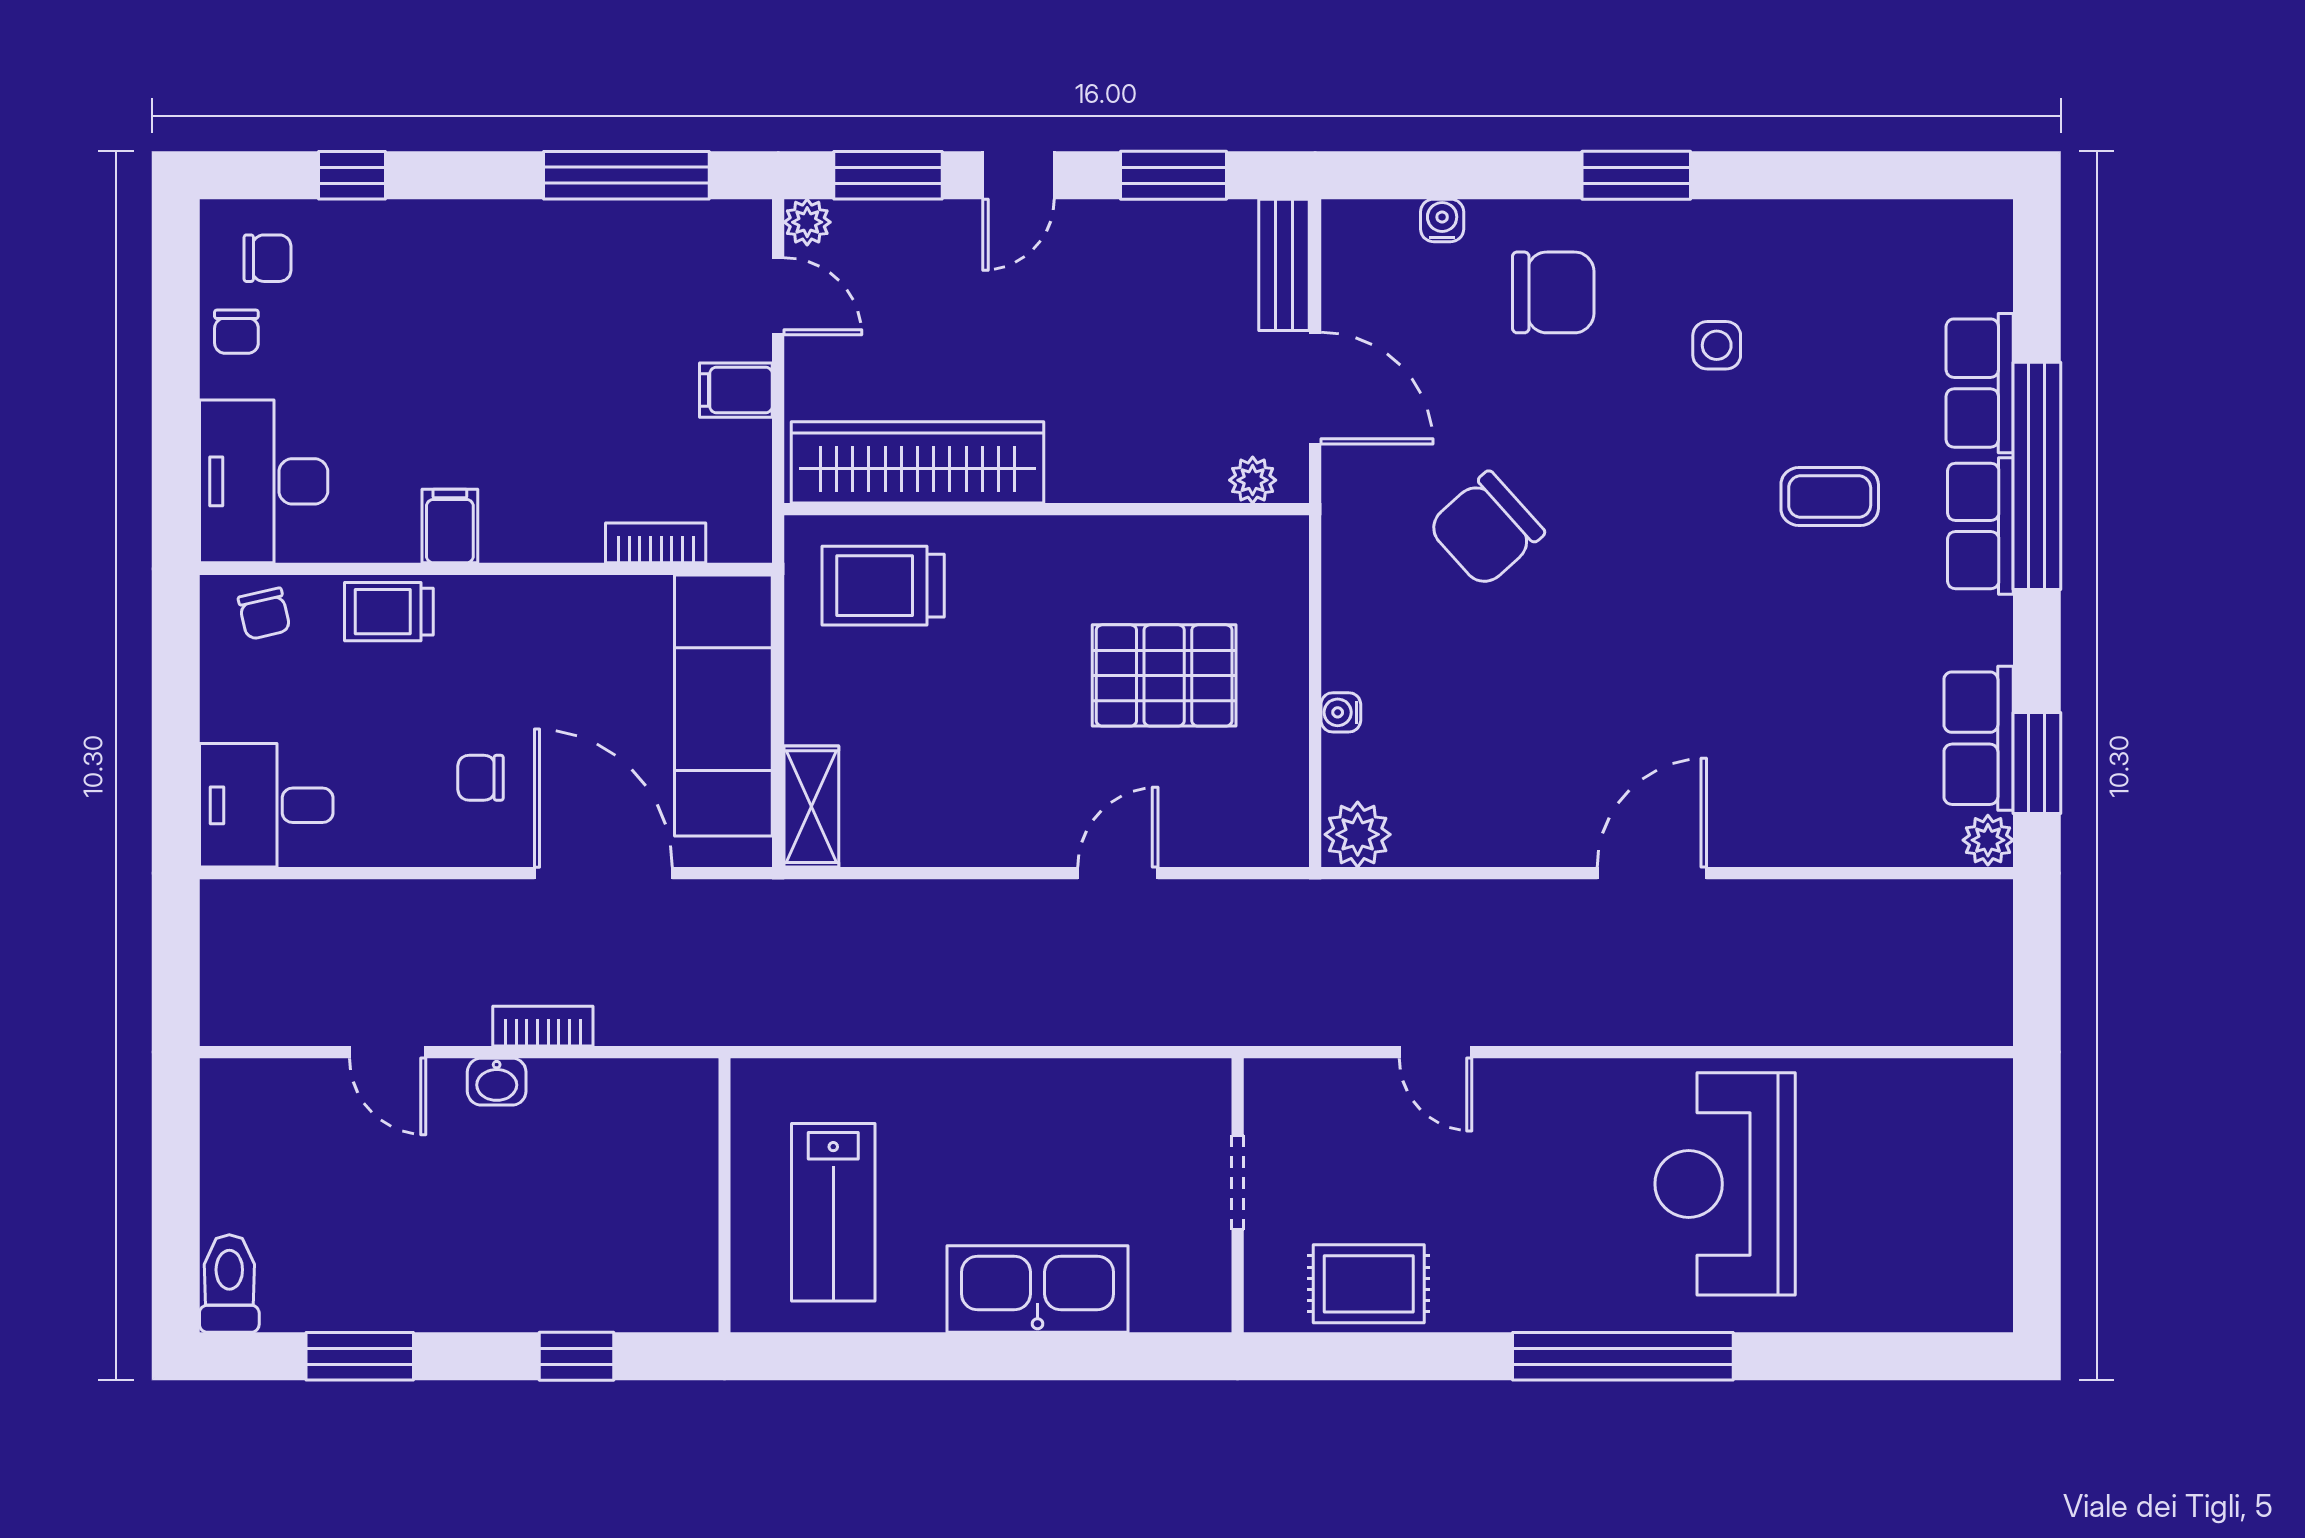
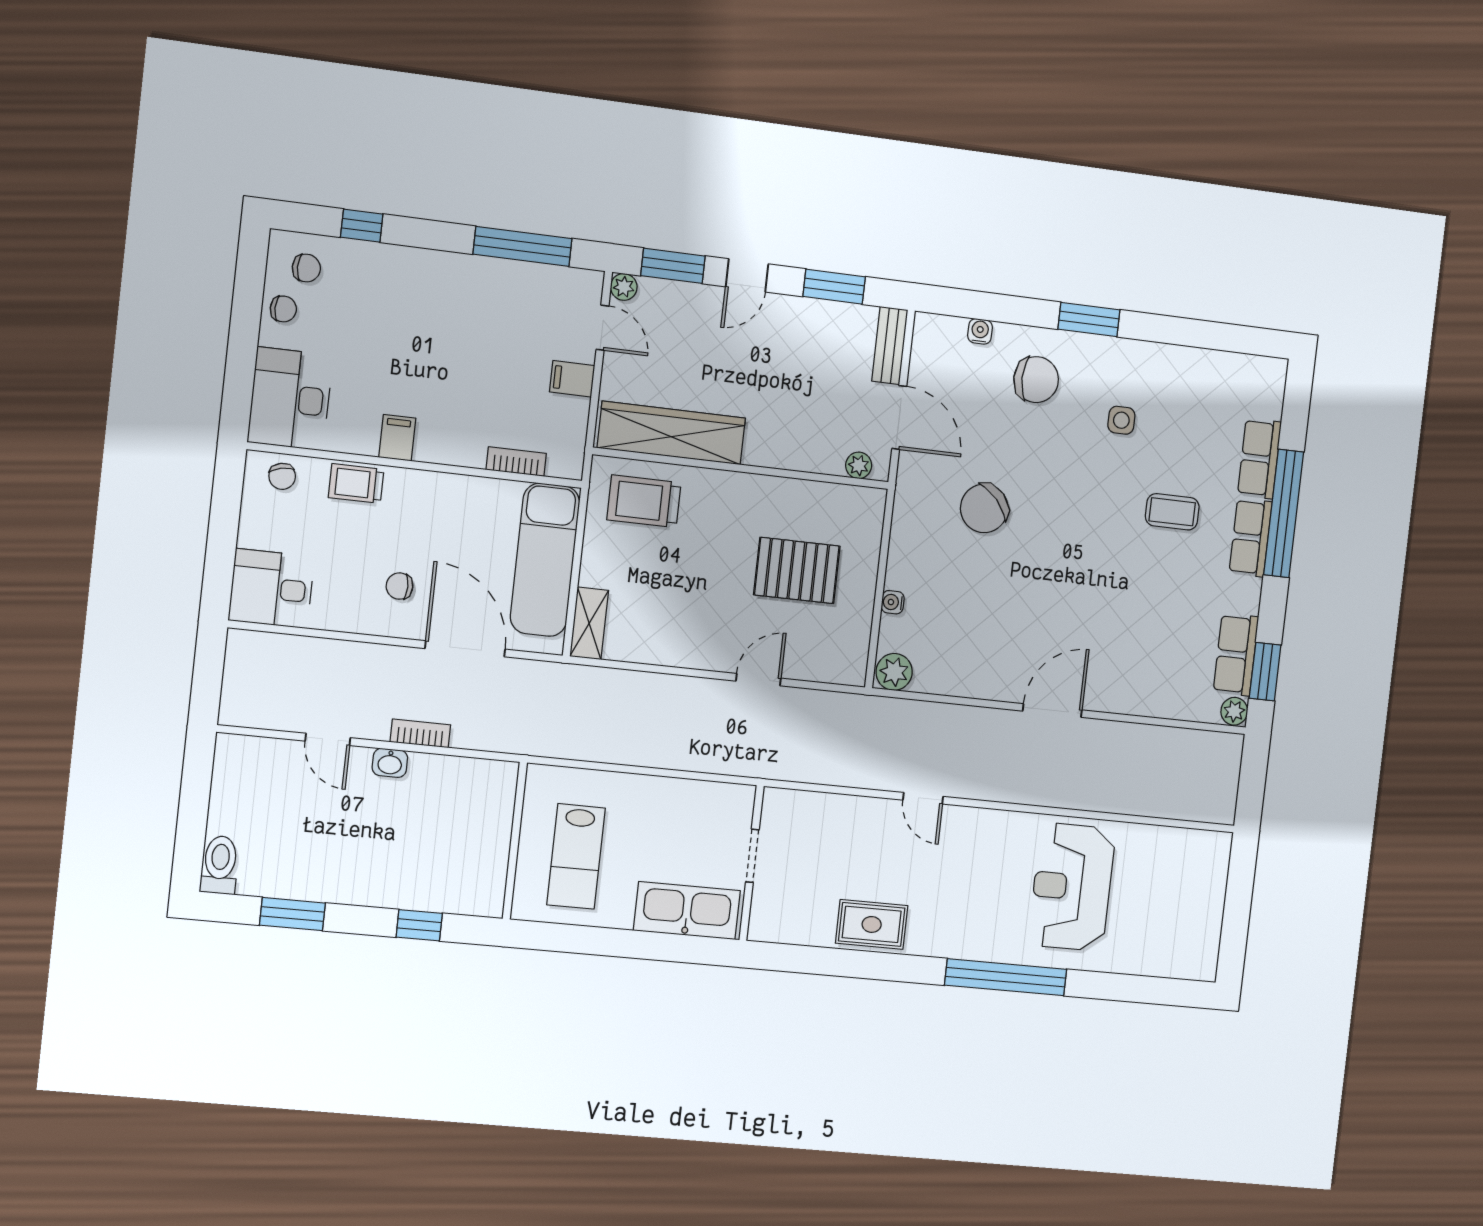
chair: (236, 332) -> (283, 309), turned -90
doorway: (1238, 1182) -> (752, 856), moved
wall: (1238, 1195) -> (752, 863), moved

